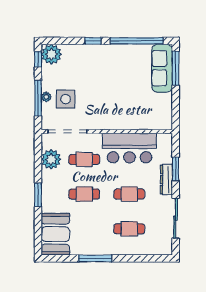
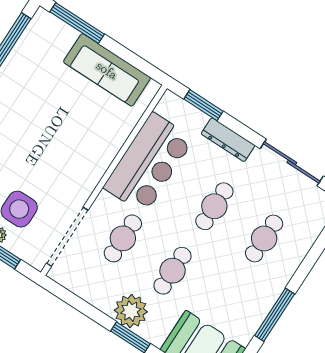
sofa: (162, 68) -> (107, 70), moved
plant: (51, 159) -> (131, 311), moved
window: (176, 169) -> (204, 105), moved

